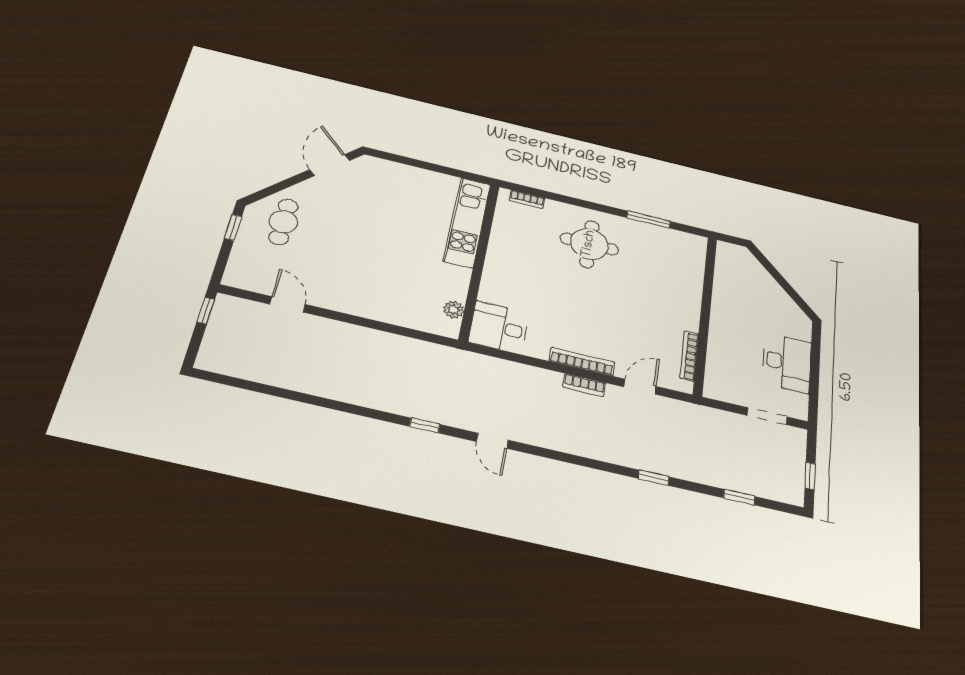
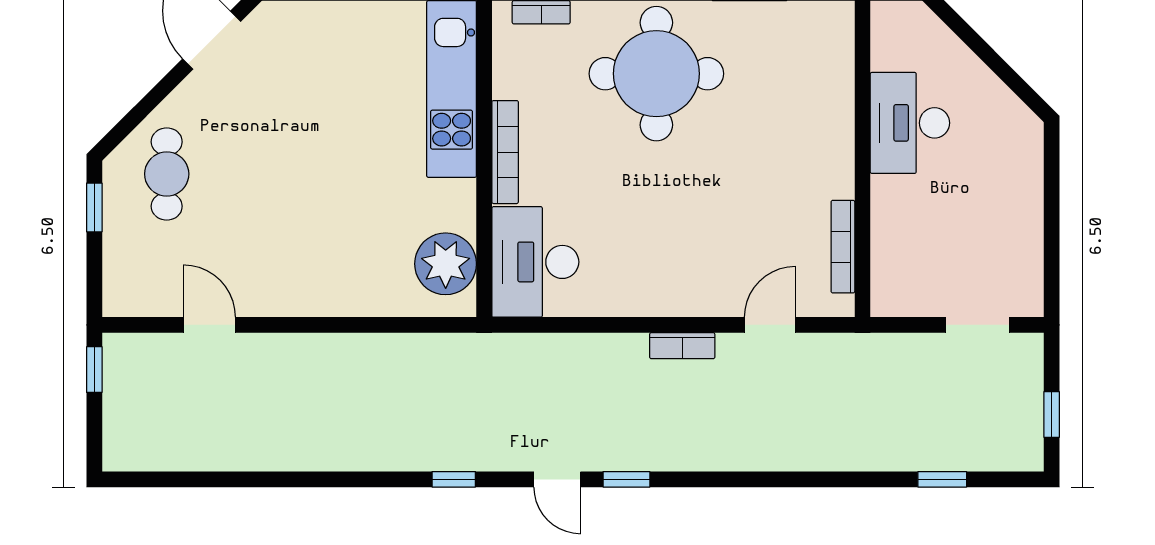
round table: (589, 244) -> (656, 74), width x1.36, depth x1.36
plant: (454, 310) -> (446, 264), width x1.87, depth x1.87
desk: (499, 327) -> (535, 262), width x1.37
bookcase: (582, 362) -> (505, 152), moved, turned 90
desk: (787, 363) -> (910, 123), moved, turned 180
window: (654, 478) -> (626, 479), moved

